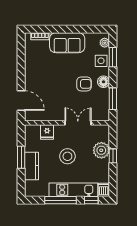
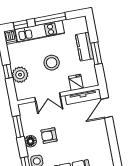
door: (21, 101) -> (107, 108), hinge flipped
tv unit: (42, 116) -> (83, 97), added

